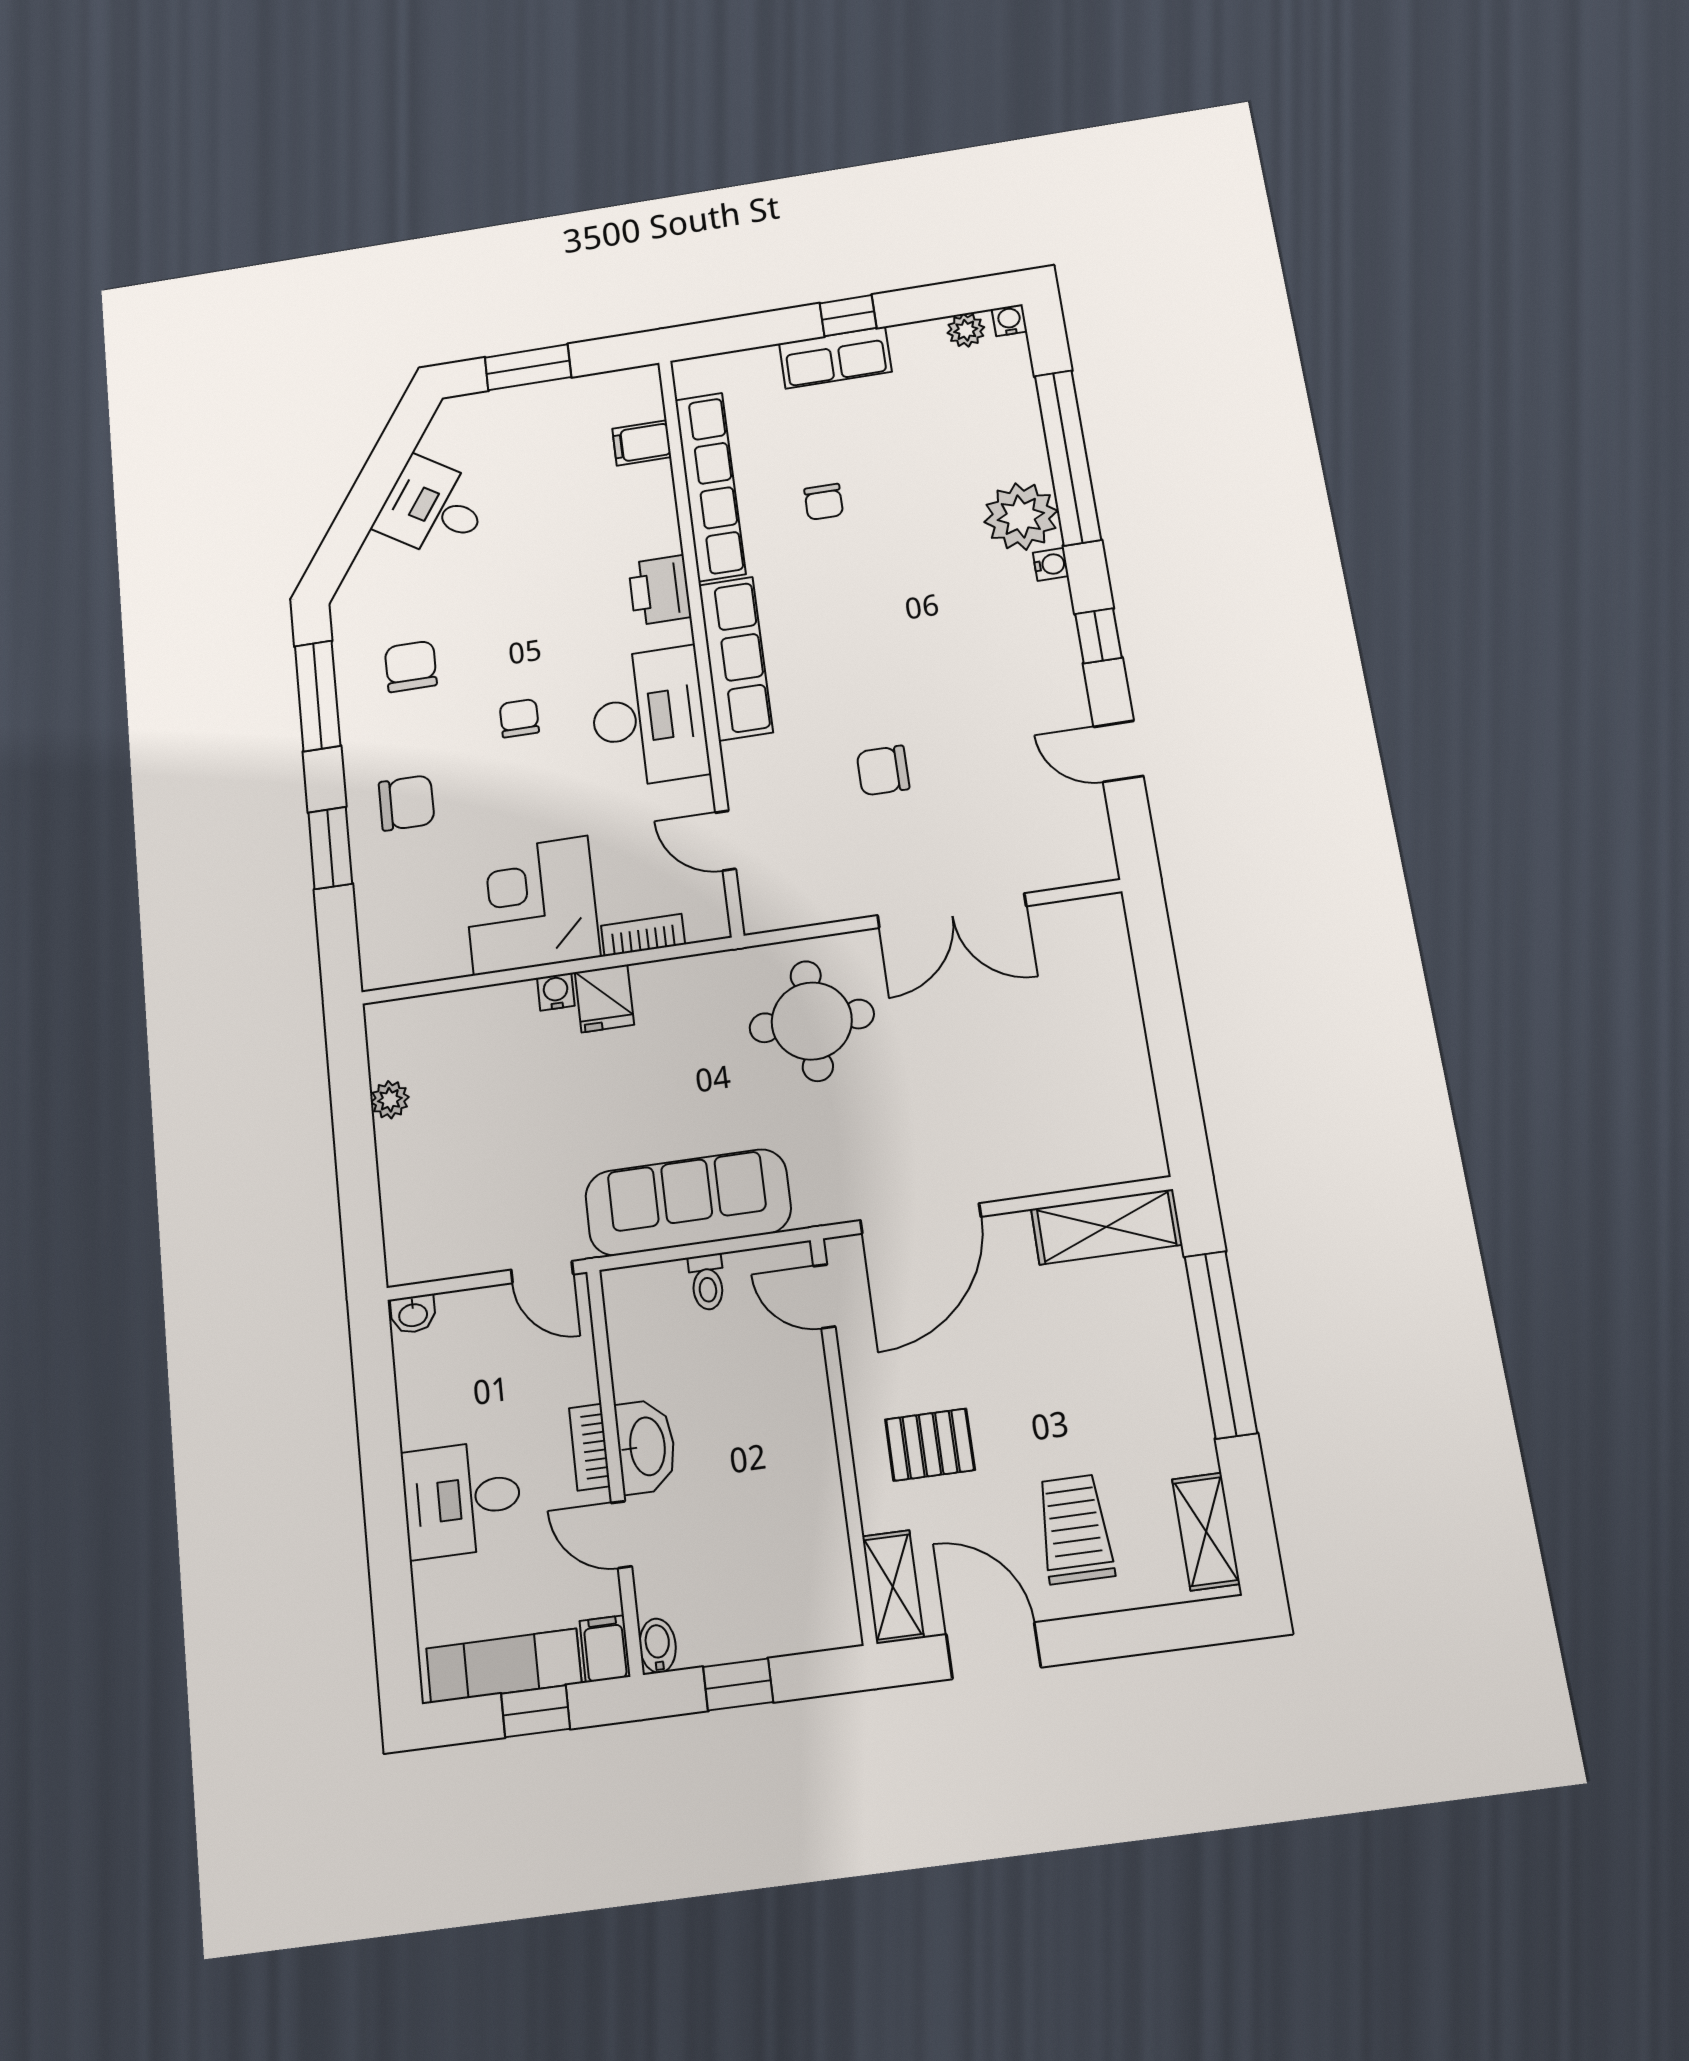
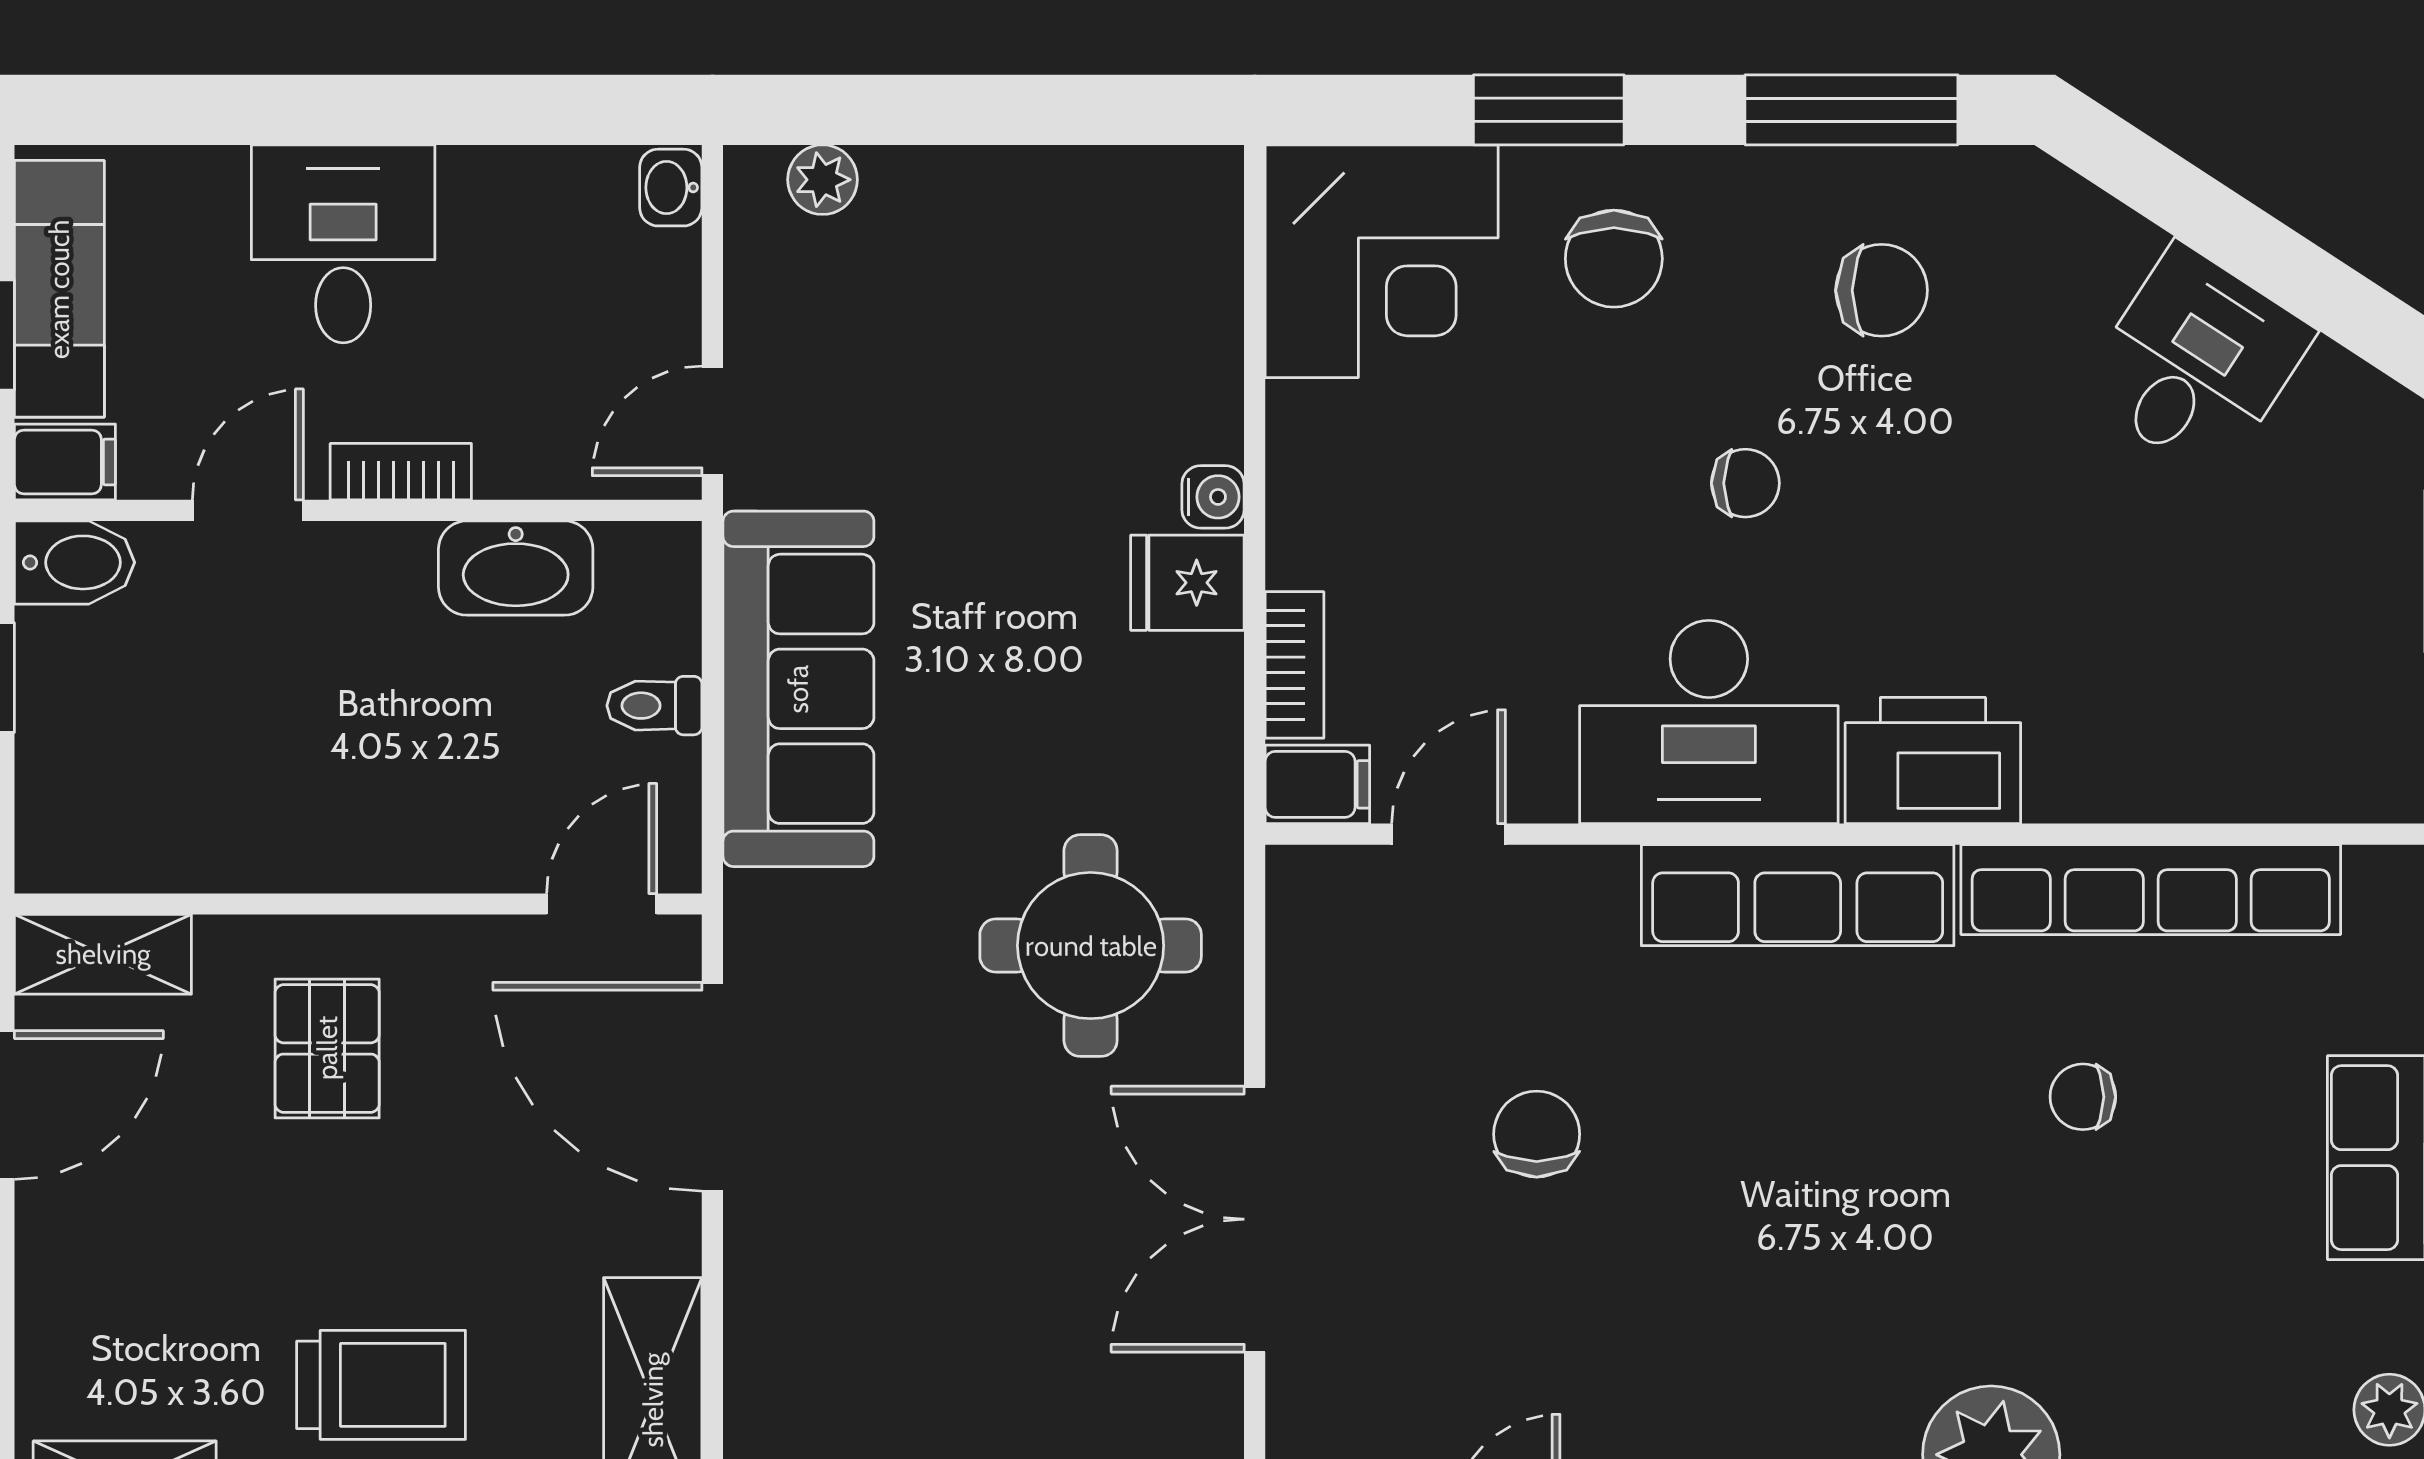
filing cabinet: (642, 443) -> (1317, 784), moved, turned 90
printer: (660, 590) -> (1933, 760), width x1.37, depth x1.19
corner desk: (531, 905) -> (1382, 261), moved, turned 90
plant: (390, 1100) -> (823, 180), moved
washbasin: (646, 1447) -> (516, 568), moved
trolley: (1075, 1529) -> (381, 1385), moved
bidet: (658, 1646) -> (75, 562), width x1.38, depth x1.36

